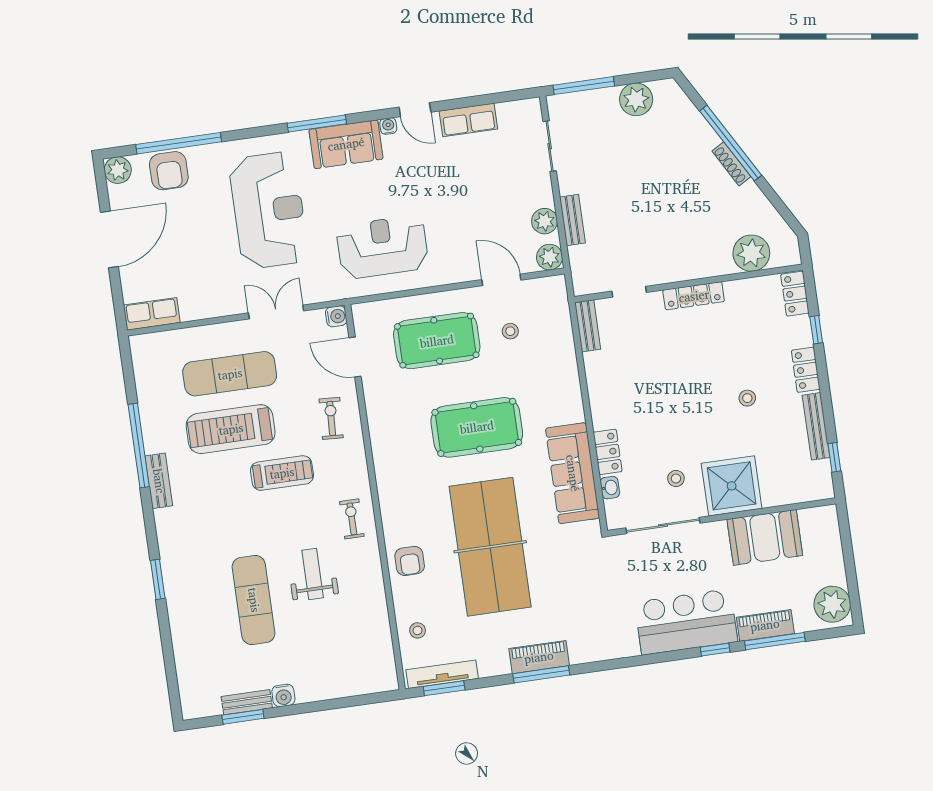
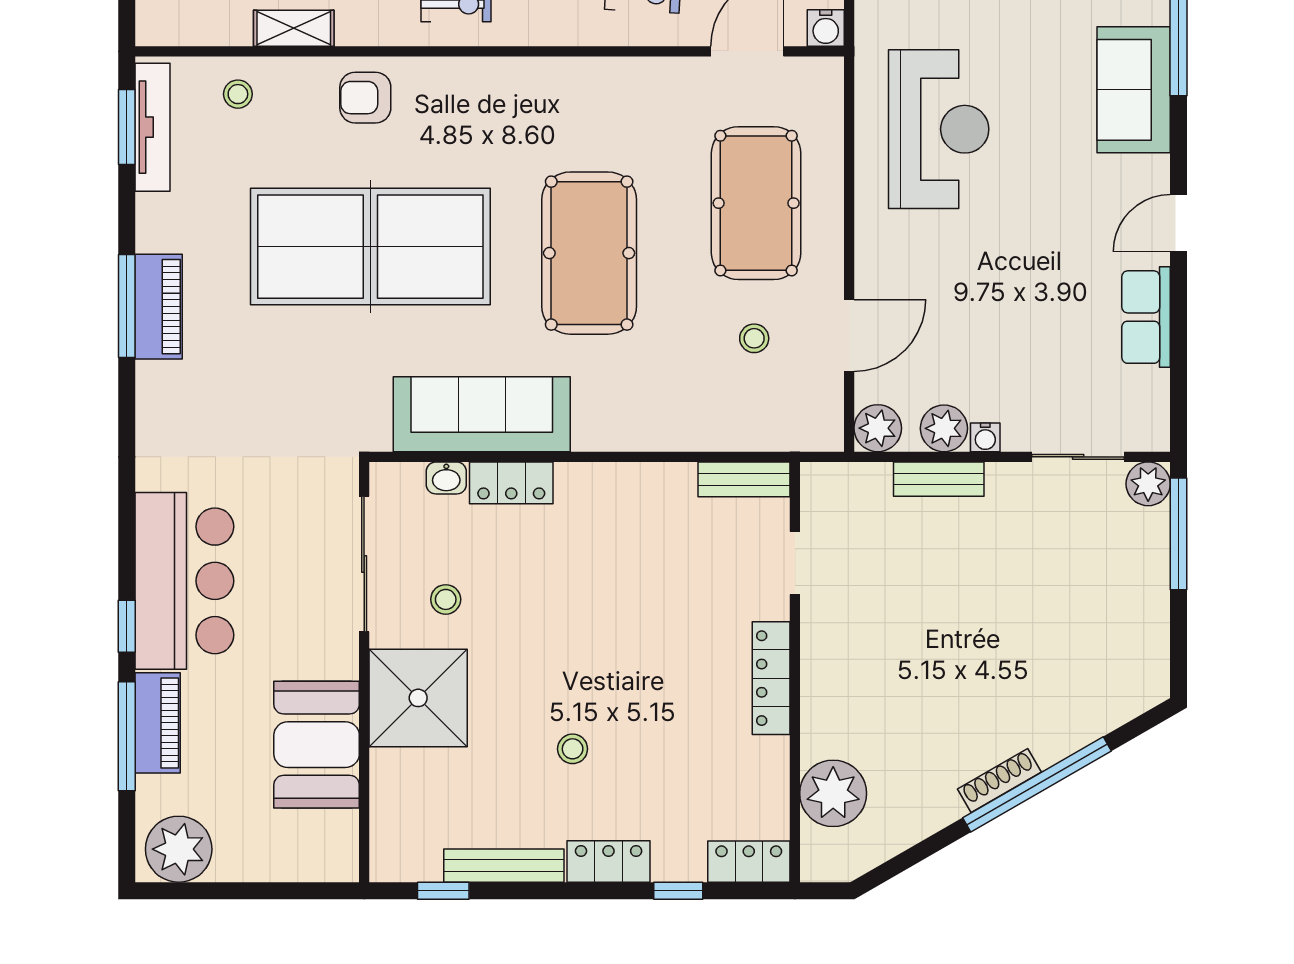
plant: (636, 99) -> (1148, 484), moved, width x0.73, depth x0.73
water cooler: (388, 126) -> (985, 437), moved, turned 90
shelving: (377, 605) -> (294, 28), added

